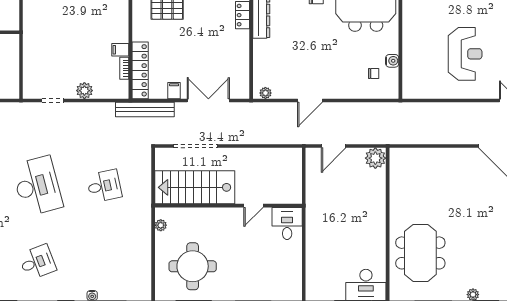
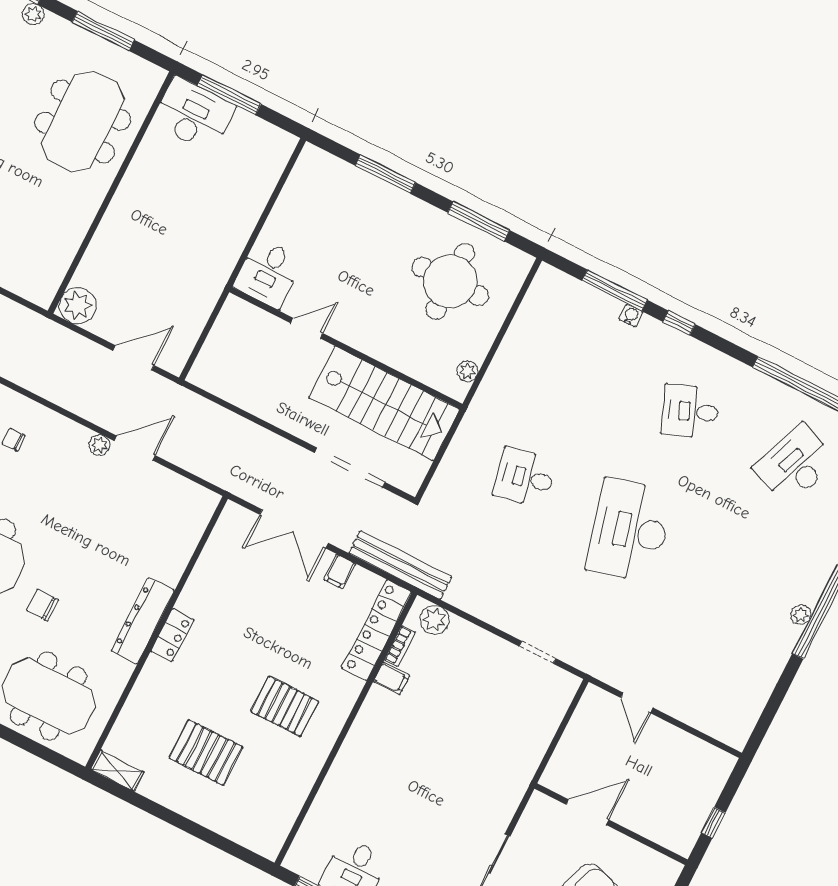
plant: (84, 91) -> (435, 620), moved
plant: (265, 93) -> (99, 445), moved

